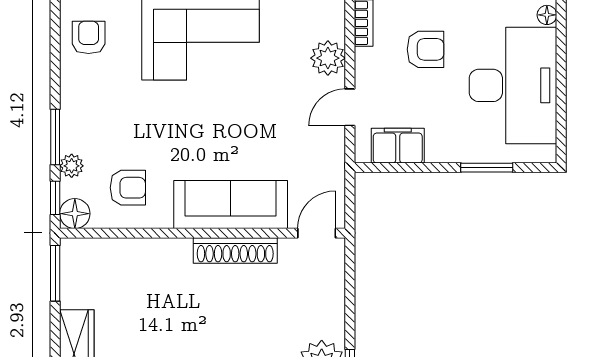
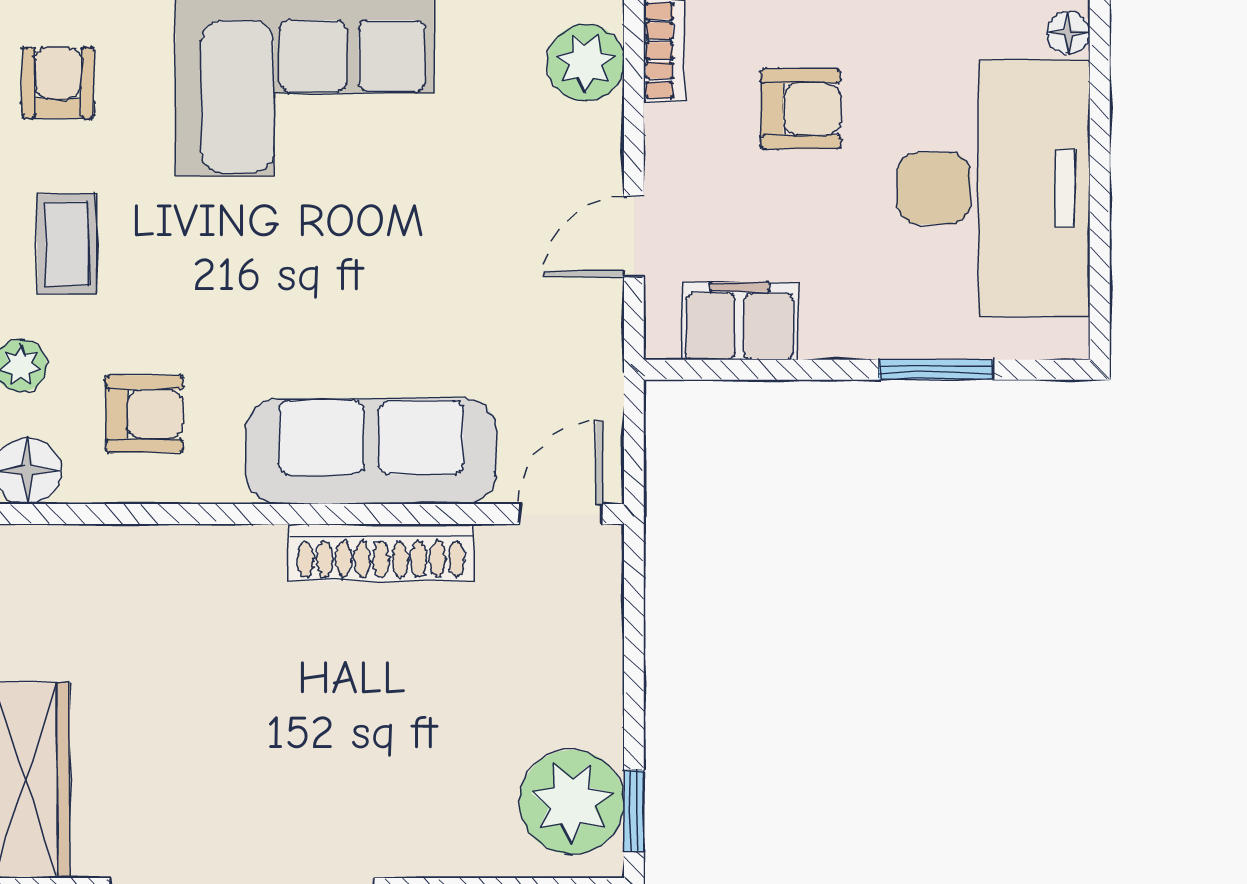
plant: (328, 58) -> (586, 62), moved
coffee table: (93, 110) -> (67, 244), added

